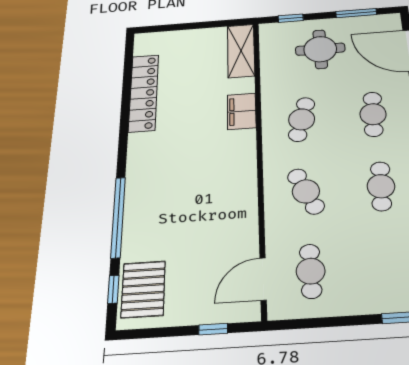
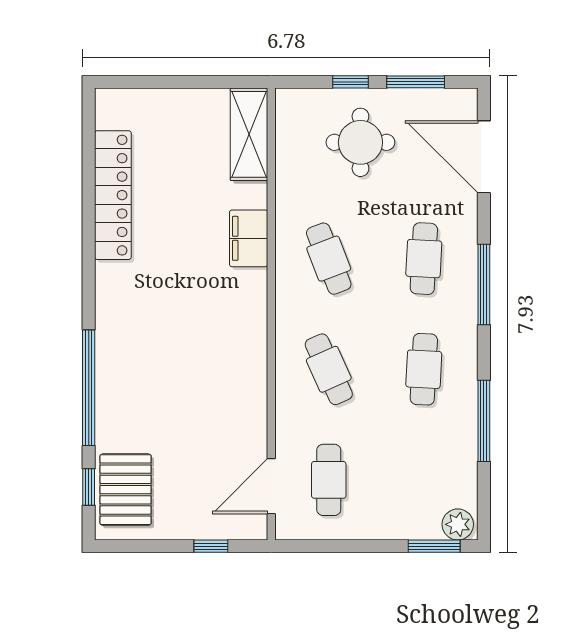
window: (291, 18) -> (351, 82), moved
cafe table: (302, 119) -> (329, 259), turned -36

